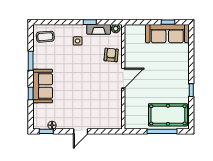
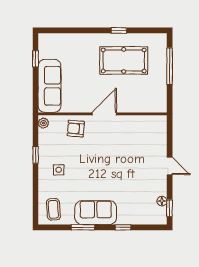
fireplace: (99, 29) -> (44, 144), removed
sofa: (167, 34) -> (50, 86), moved
door: (123, 78) -> (104, 114), hinge flipped
sofa: (43, 86) -> (96, 213), moved
pool table: (168, 115) -> (124, 60), moved, turned 90

